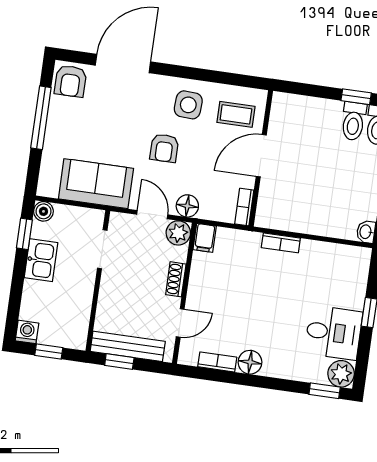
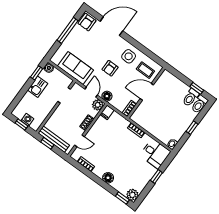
washing machine: (27, 332) -> (27, 120), moved
desk: (334, 333) -> (155, 154), moved
floor lamp: (250, 362) -> (108, 178), moved

